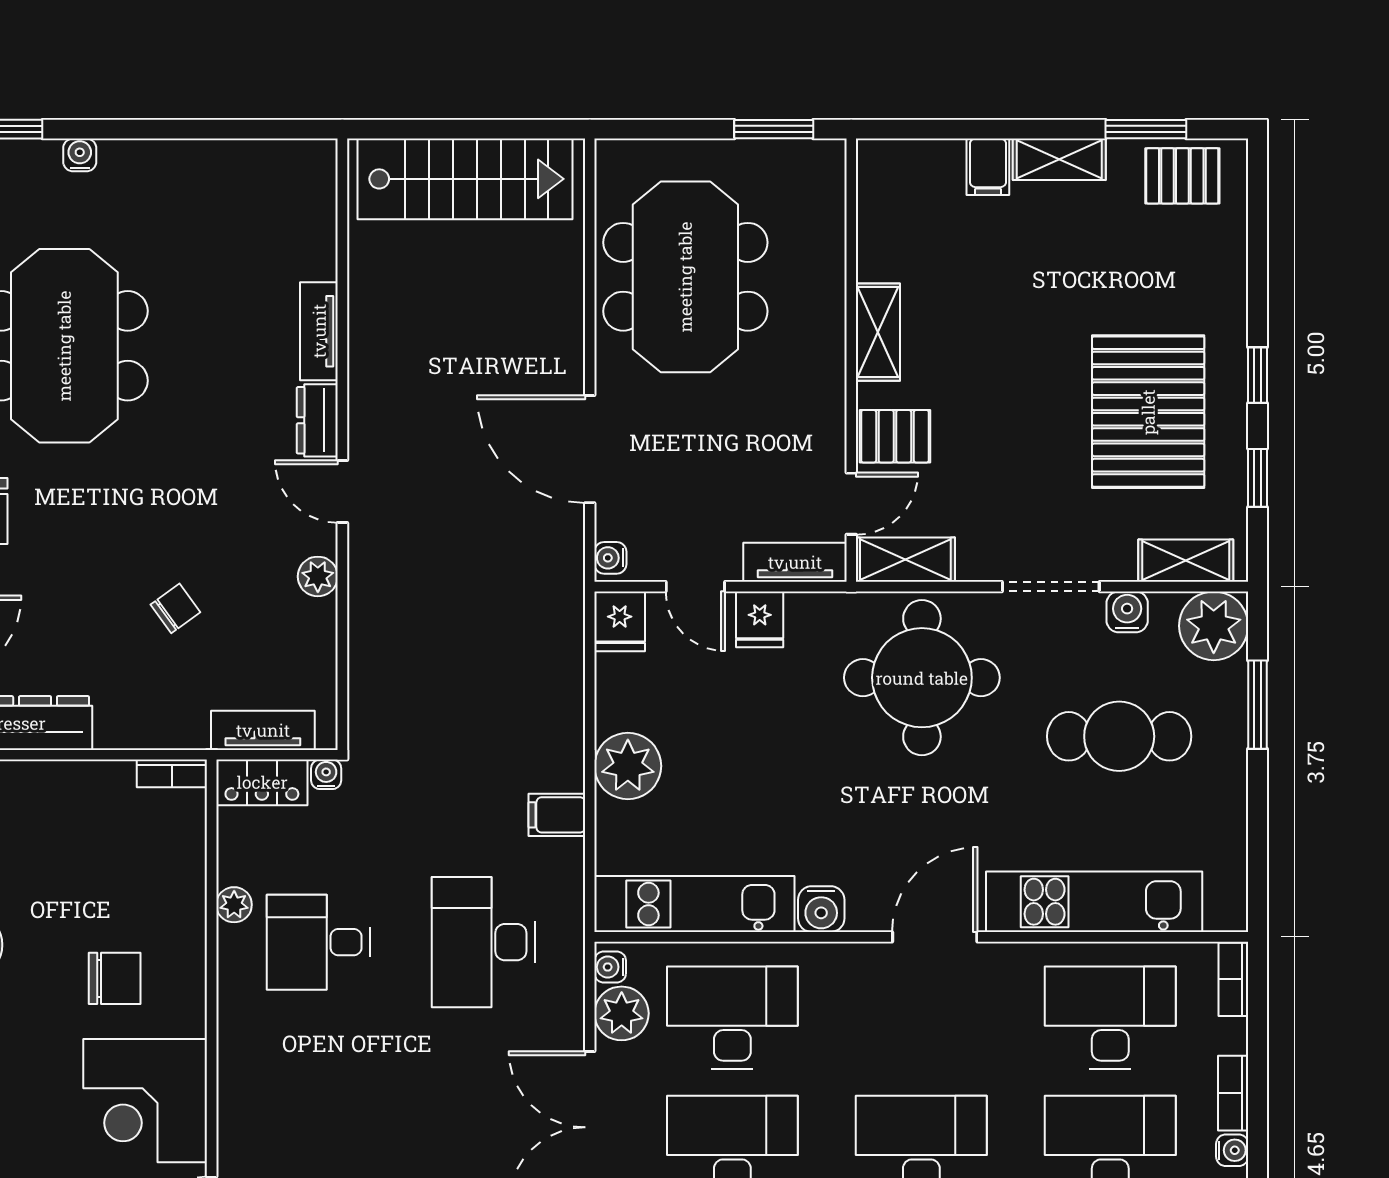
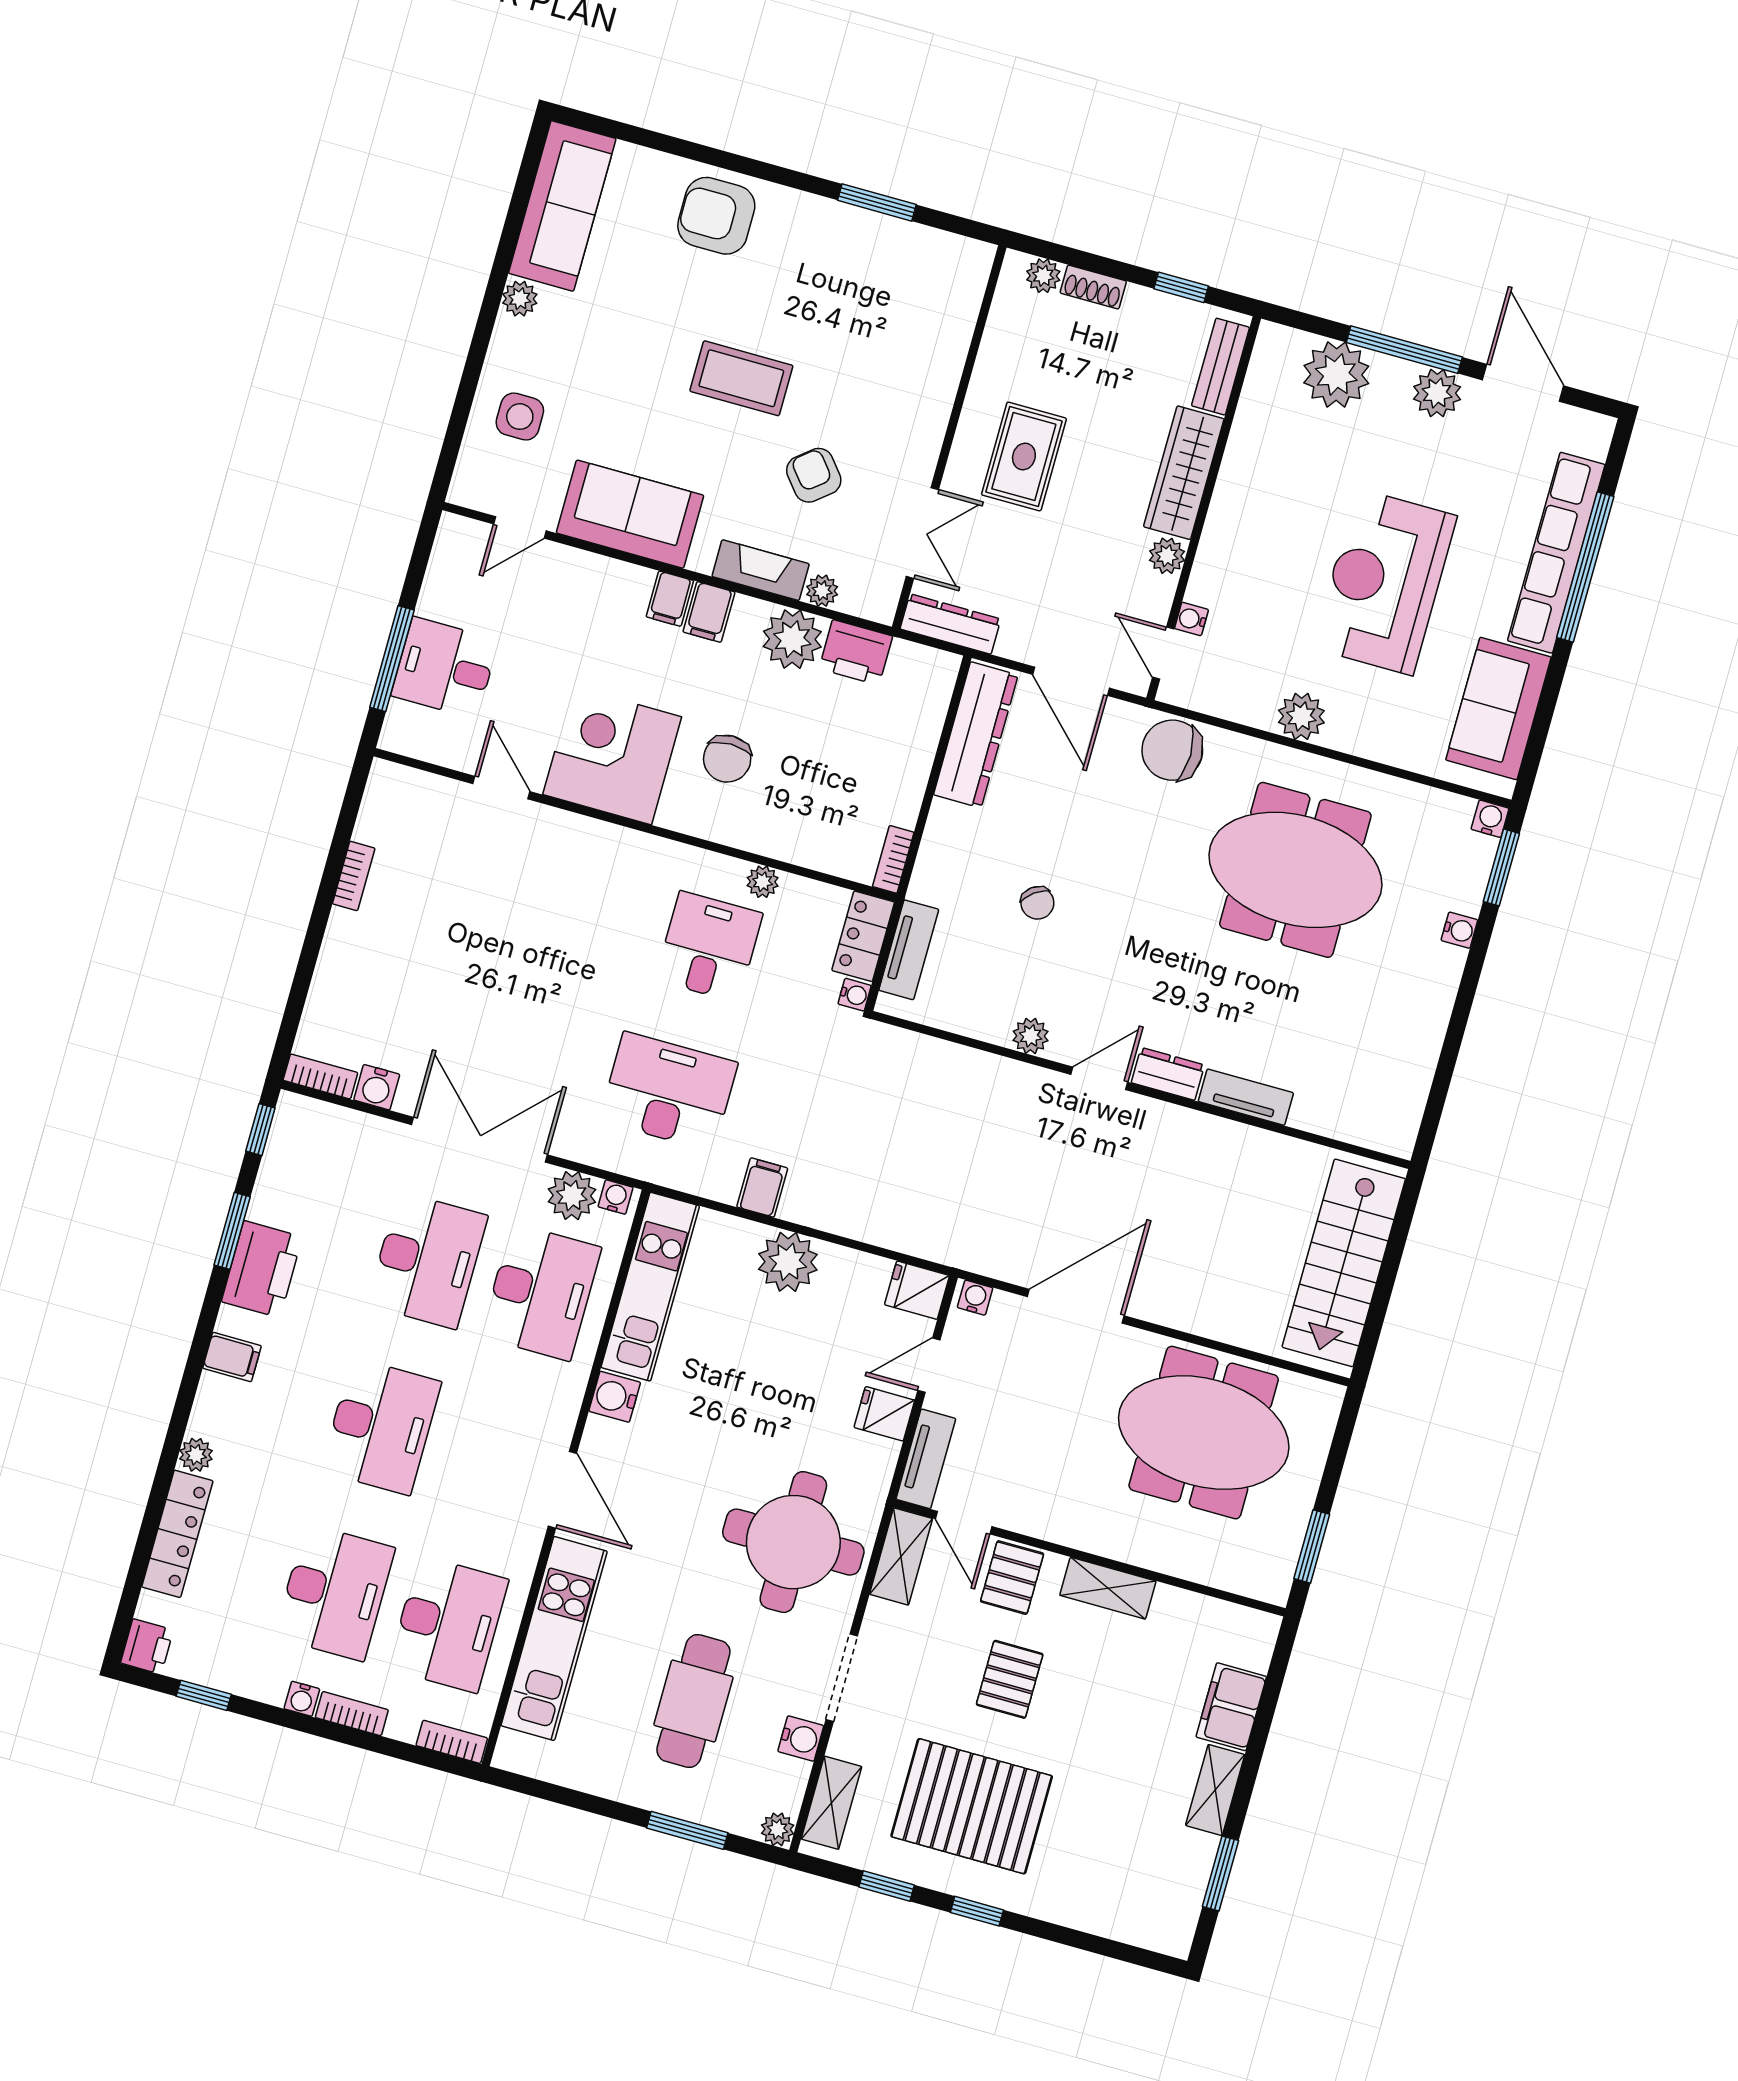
filing cabinet: (988, 167) -> (1231, 1707), width x2.00
pallet: (1182, 176) -> (1010, 1679), moved
plant: (1214, 626) -> (778, 1829), width x0.53, depth x0.53

